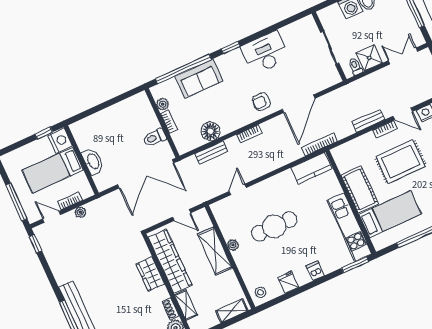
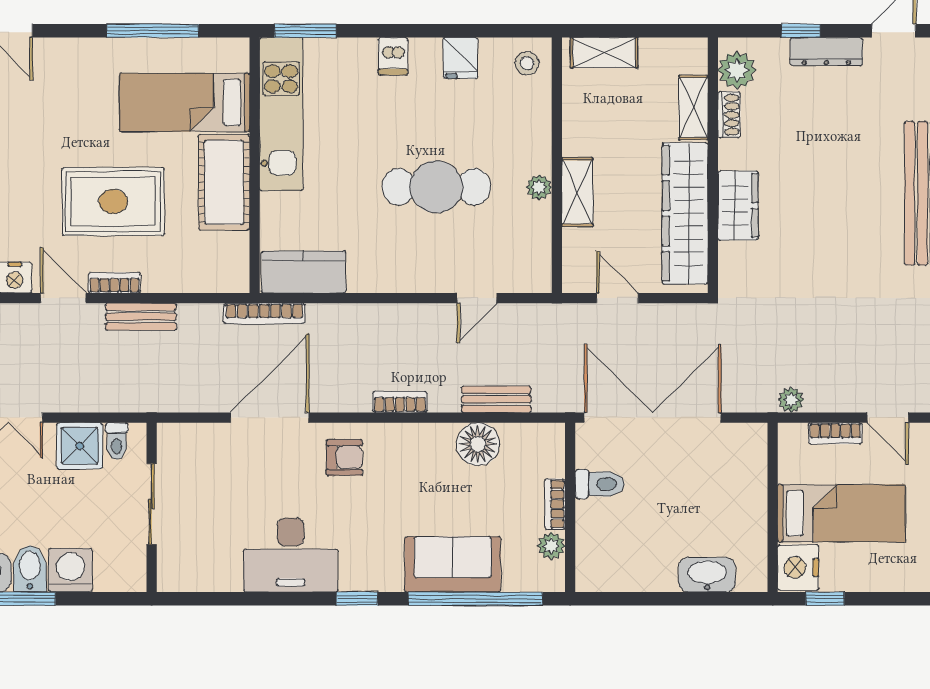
washbasin: (93, 161) -> (707, 575), moved, turned 90
plant: (80, 212) -> (791, 400), moved
shelving: (215, 251) -> (577, 192), width x0.67, depth x0.75

